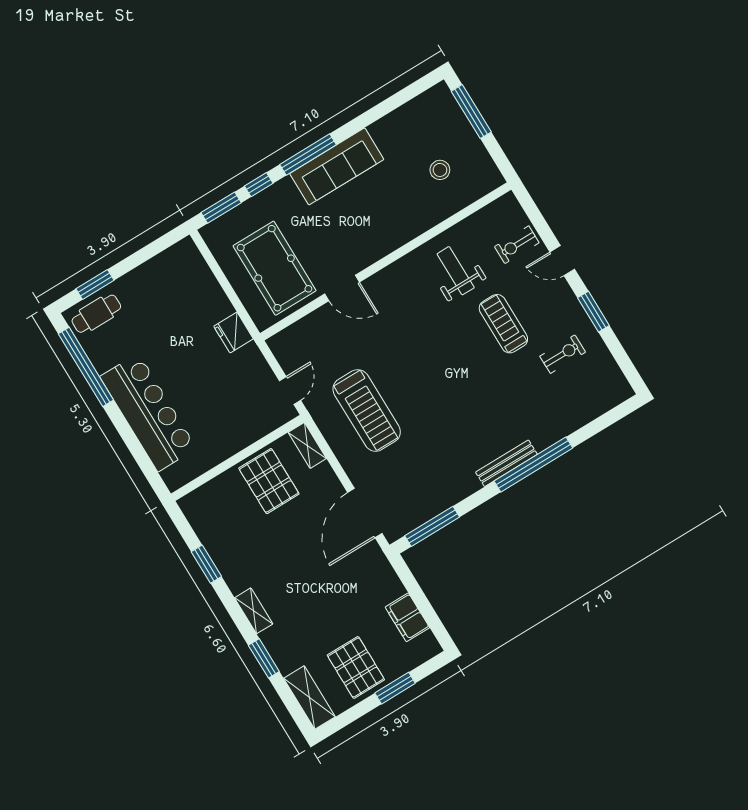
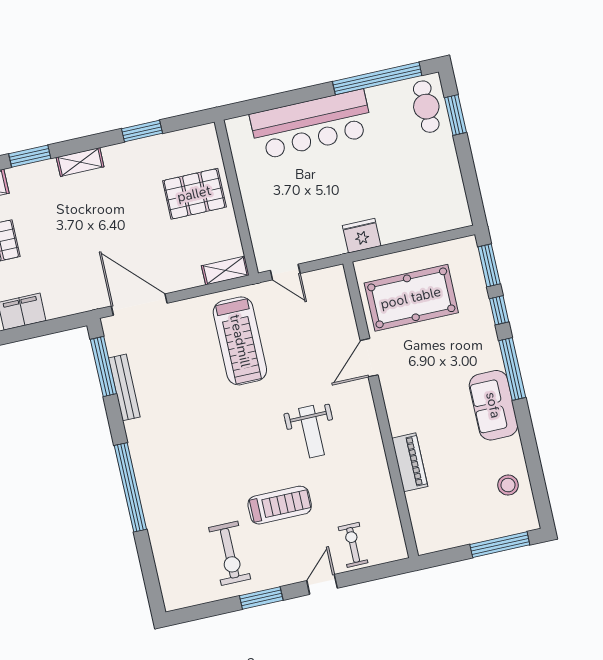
sofa: (337, 166) -> (493, 405), width x0.73
stool: (440, 170) -> (508, 485), moved
piano: (424, 219) -> (410, 462), added
weight bench: (456, 271) -> (312, 432), moved, turned 90
exercise bike: (563, 354) -> (230, 553), width x1.38, depth x1.39
treadmill: (367, 410) -> (240, 341), turned -90
bench: (506, 463) -> (124, 387), moved
pallet: (269, 481) -> (194, 194), moved

